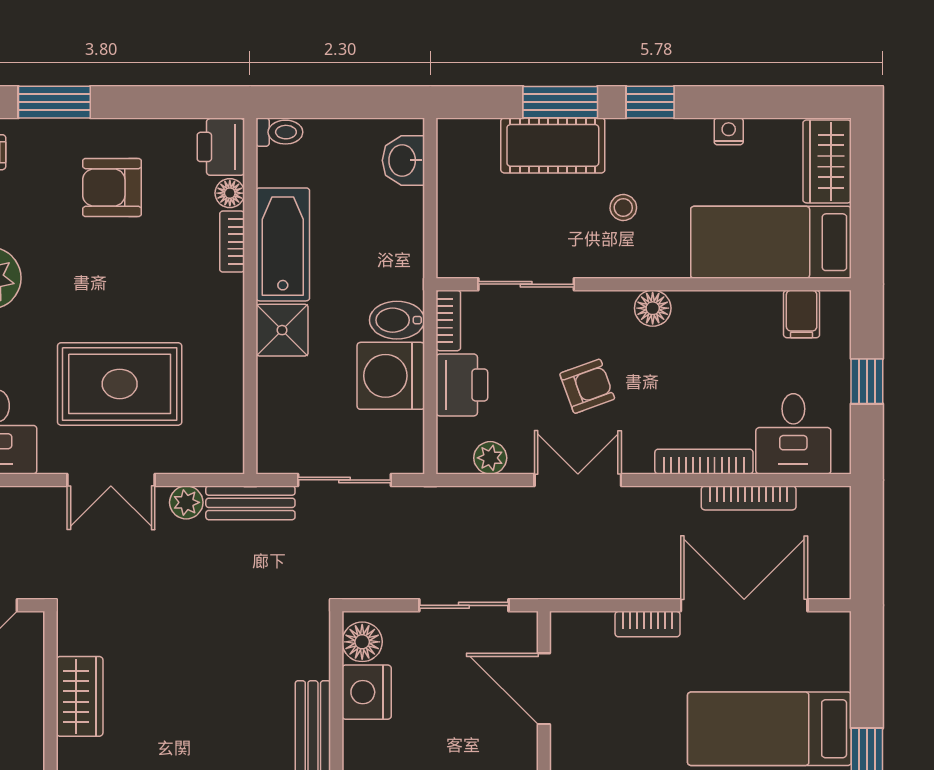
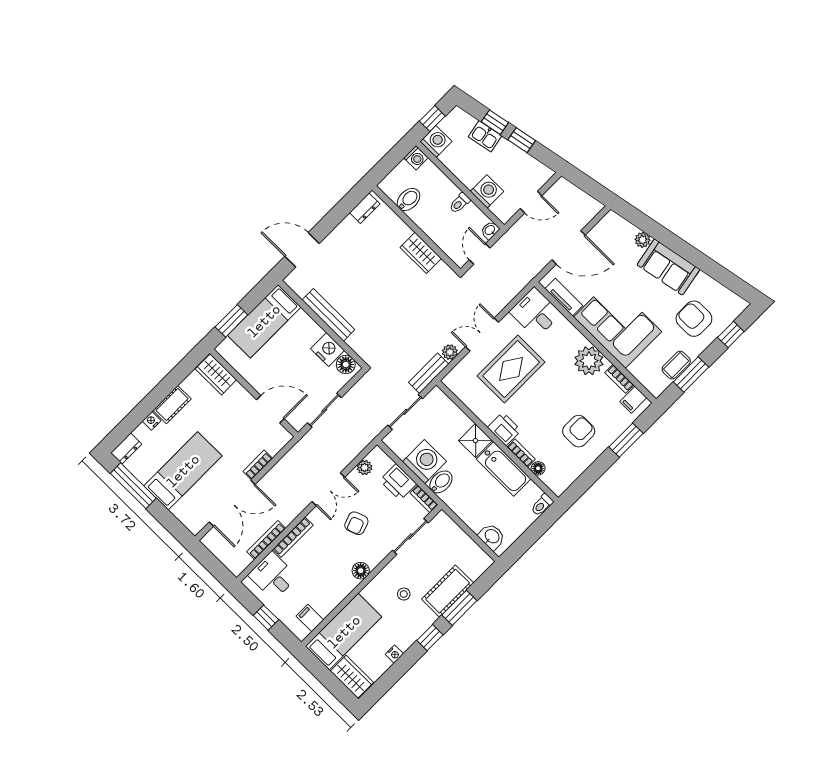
printer: (221, 147) -> (504, 429), moved

